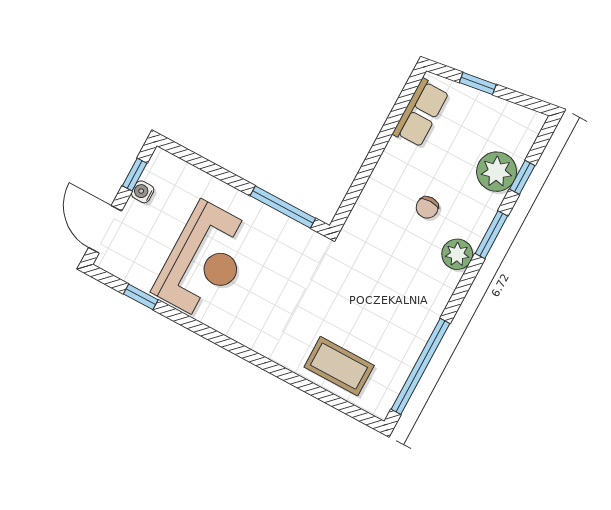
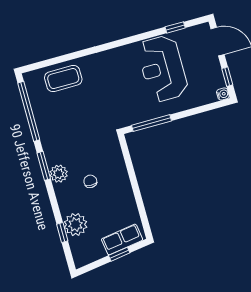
row of seats: (421, 113) -> (122, 239), moved, turned 82
water cooler: (143, 192) -> (223, 94), moved
window: (491, 235) -> (44, 166), moved

